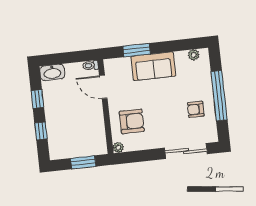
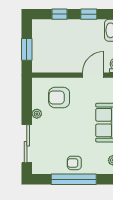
armchair: (196, 109) -> (74, 163), moved, turned -90
armchair: (132, 121) -> (59, 97), turned 90
plant: (118, 147) -> (37, 114), moved

